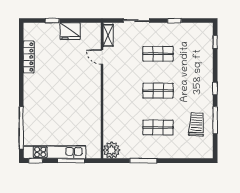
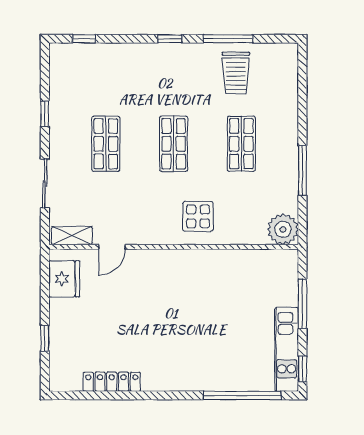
fridge: (70, 31) -> (64, 279), moved
display table: (119, 104) -> (198, 216), added
trolley: (197, 124) -> (236, 73), turned -93
kitchen unit: (55, 152) -> (287, 349), width x0.73

